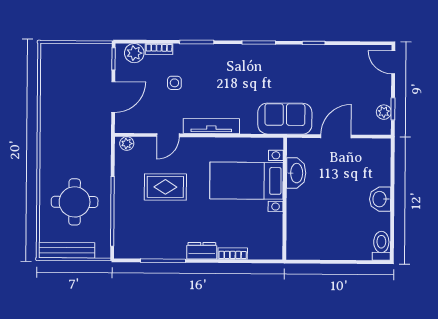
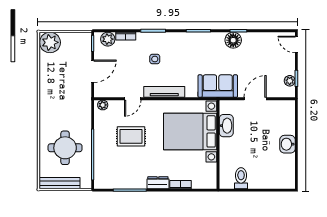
floor lamp: (307, 56) -> (233, 40), added
plant: (55, 57) -> (50, 42), added
side table: (174, 83) -> (155, 59), moved
bed with nightstands: (247, 181) -> (190, 131), width x1.36
toilet: (381, 246) -> (241, 178), moved

